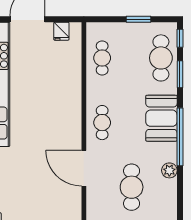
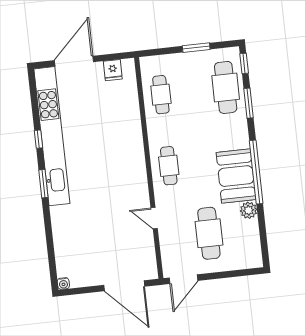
booth: (161, 118) -> (236, 176), moved
door: (84, 168) -> (154, 218), width x0.53

